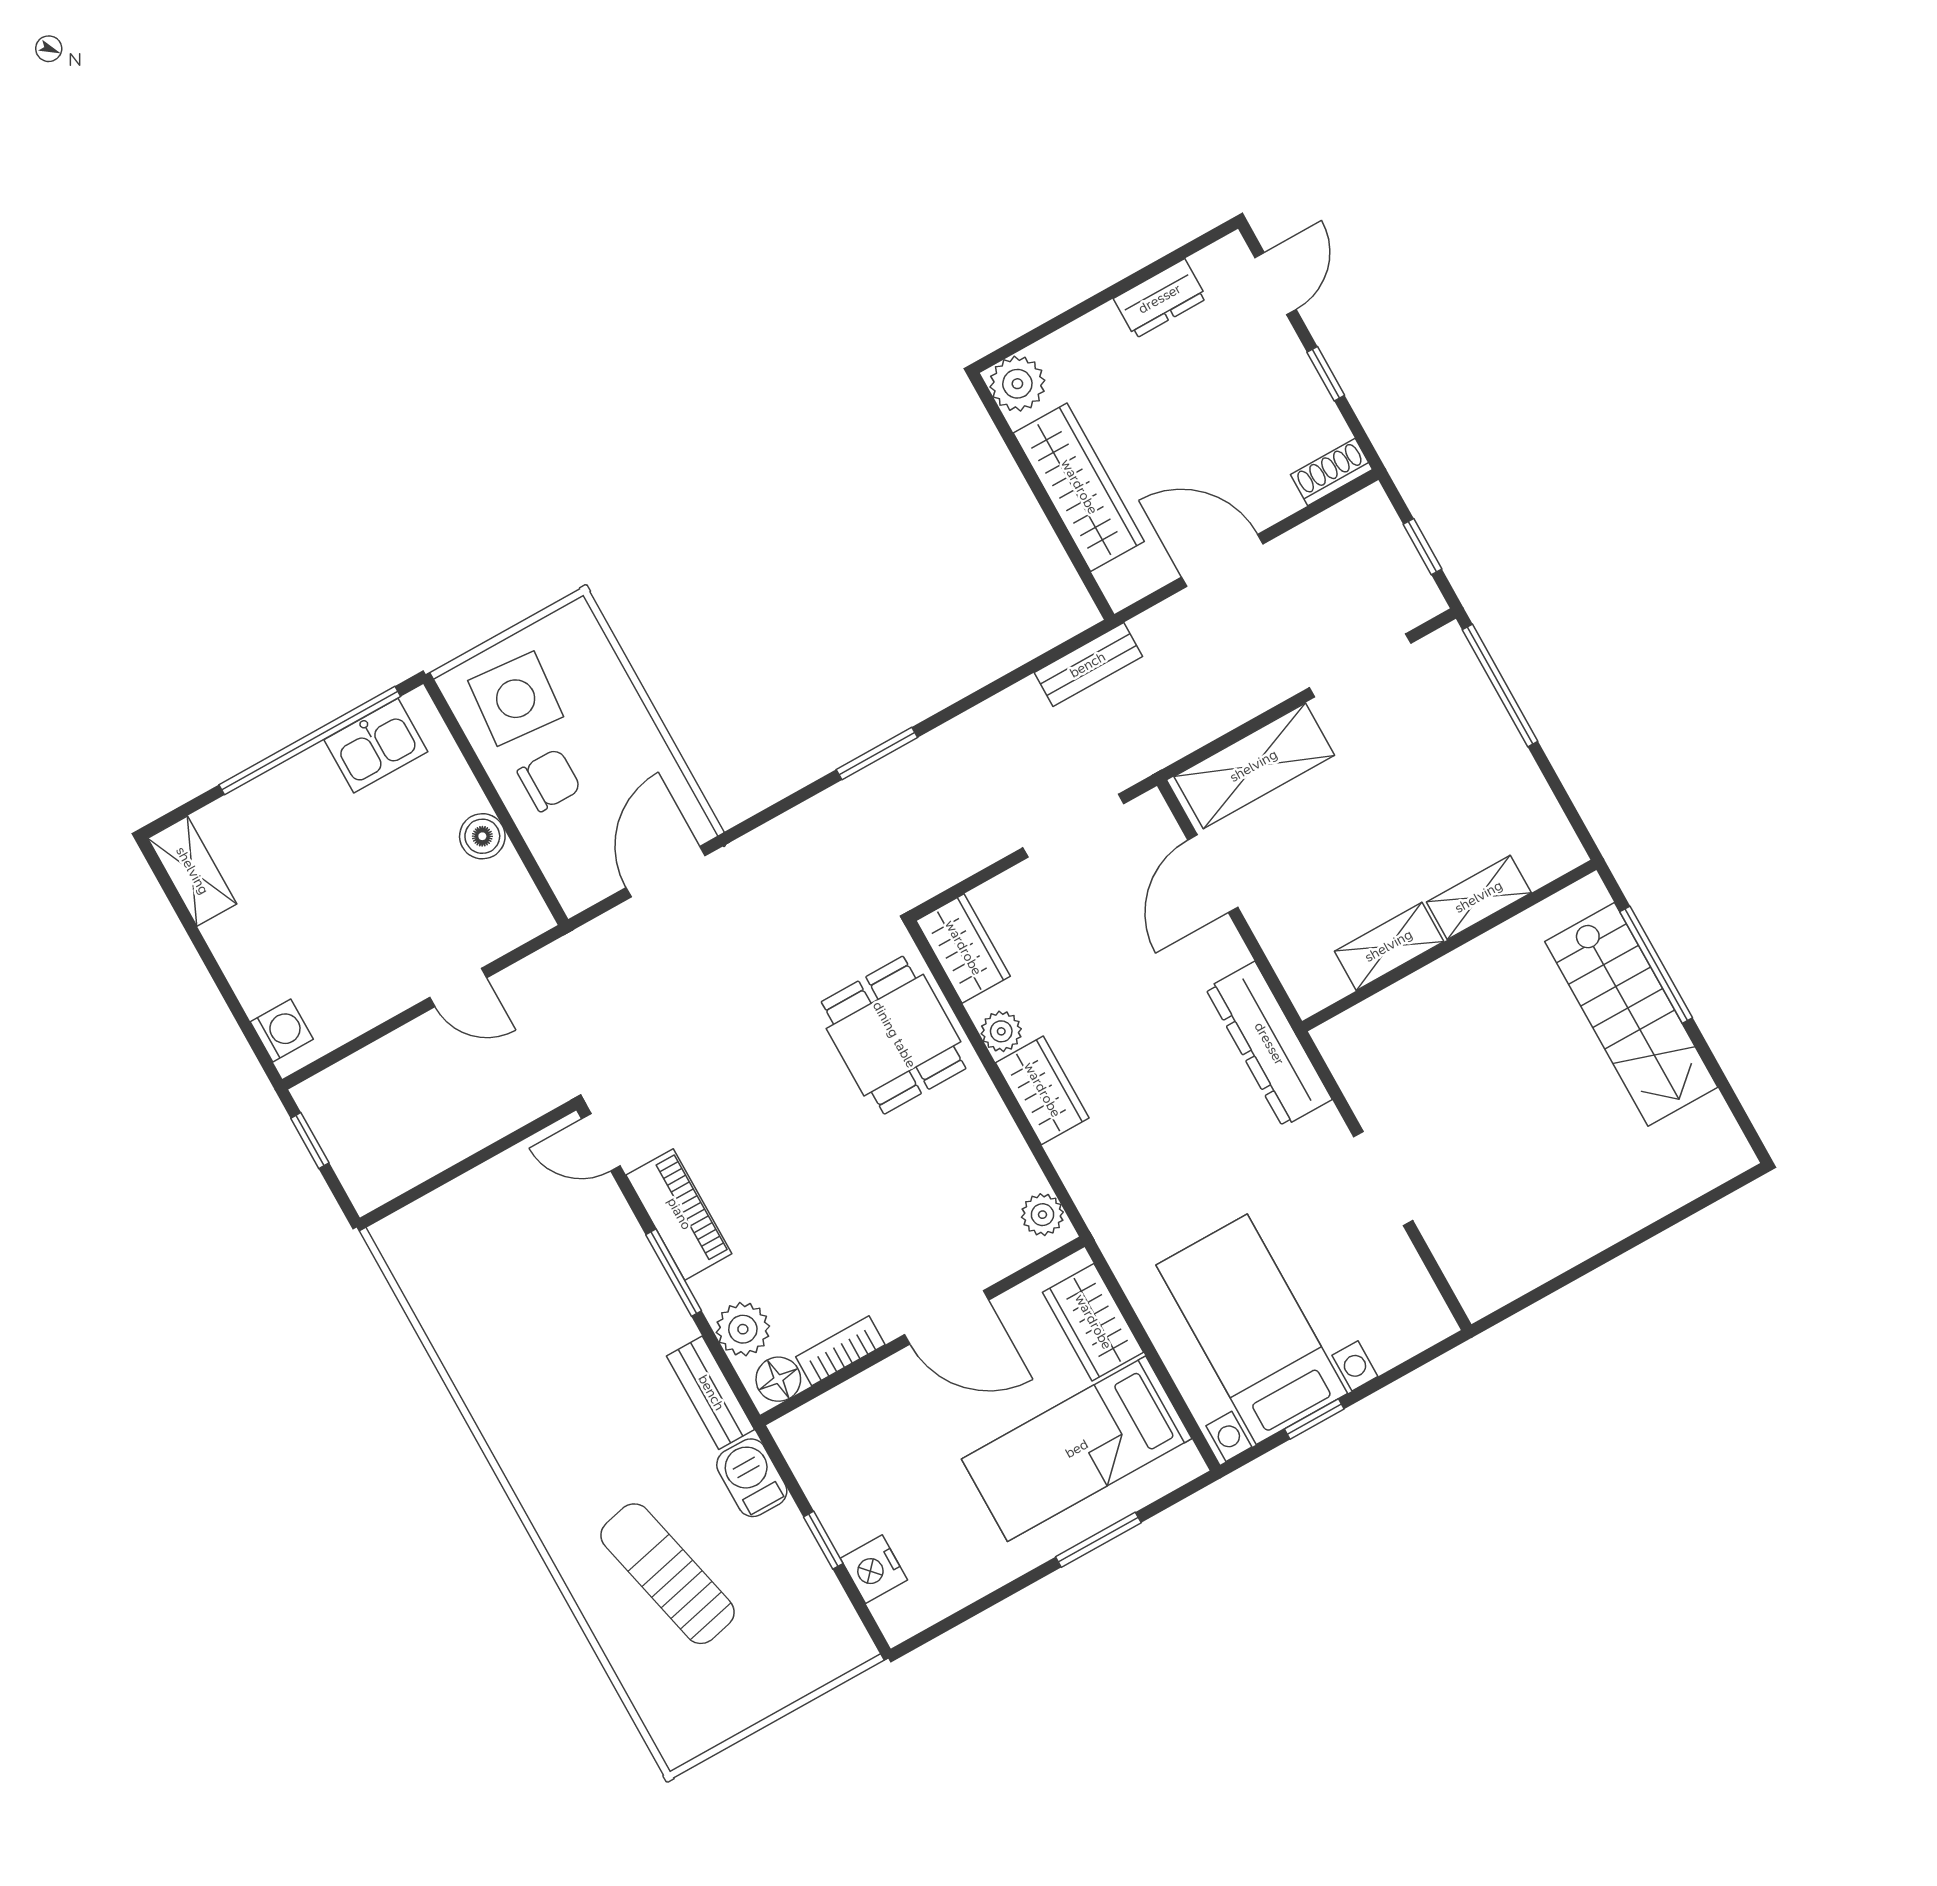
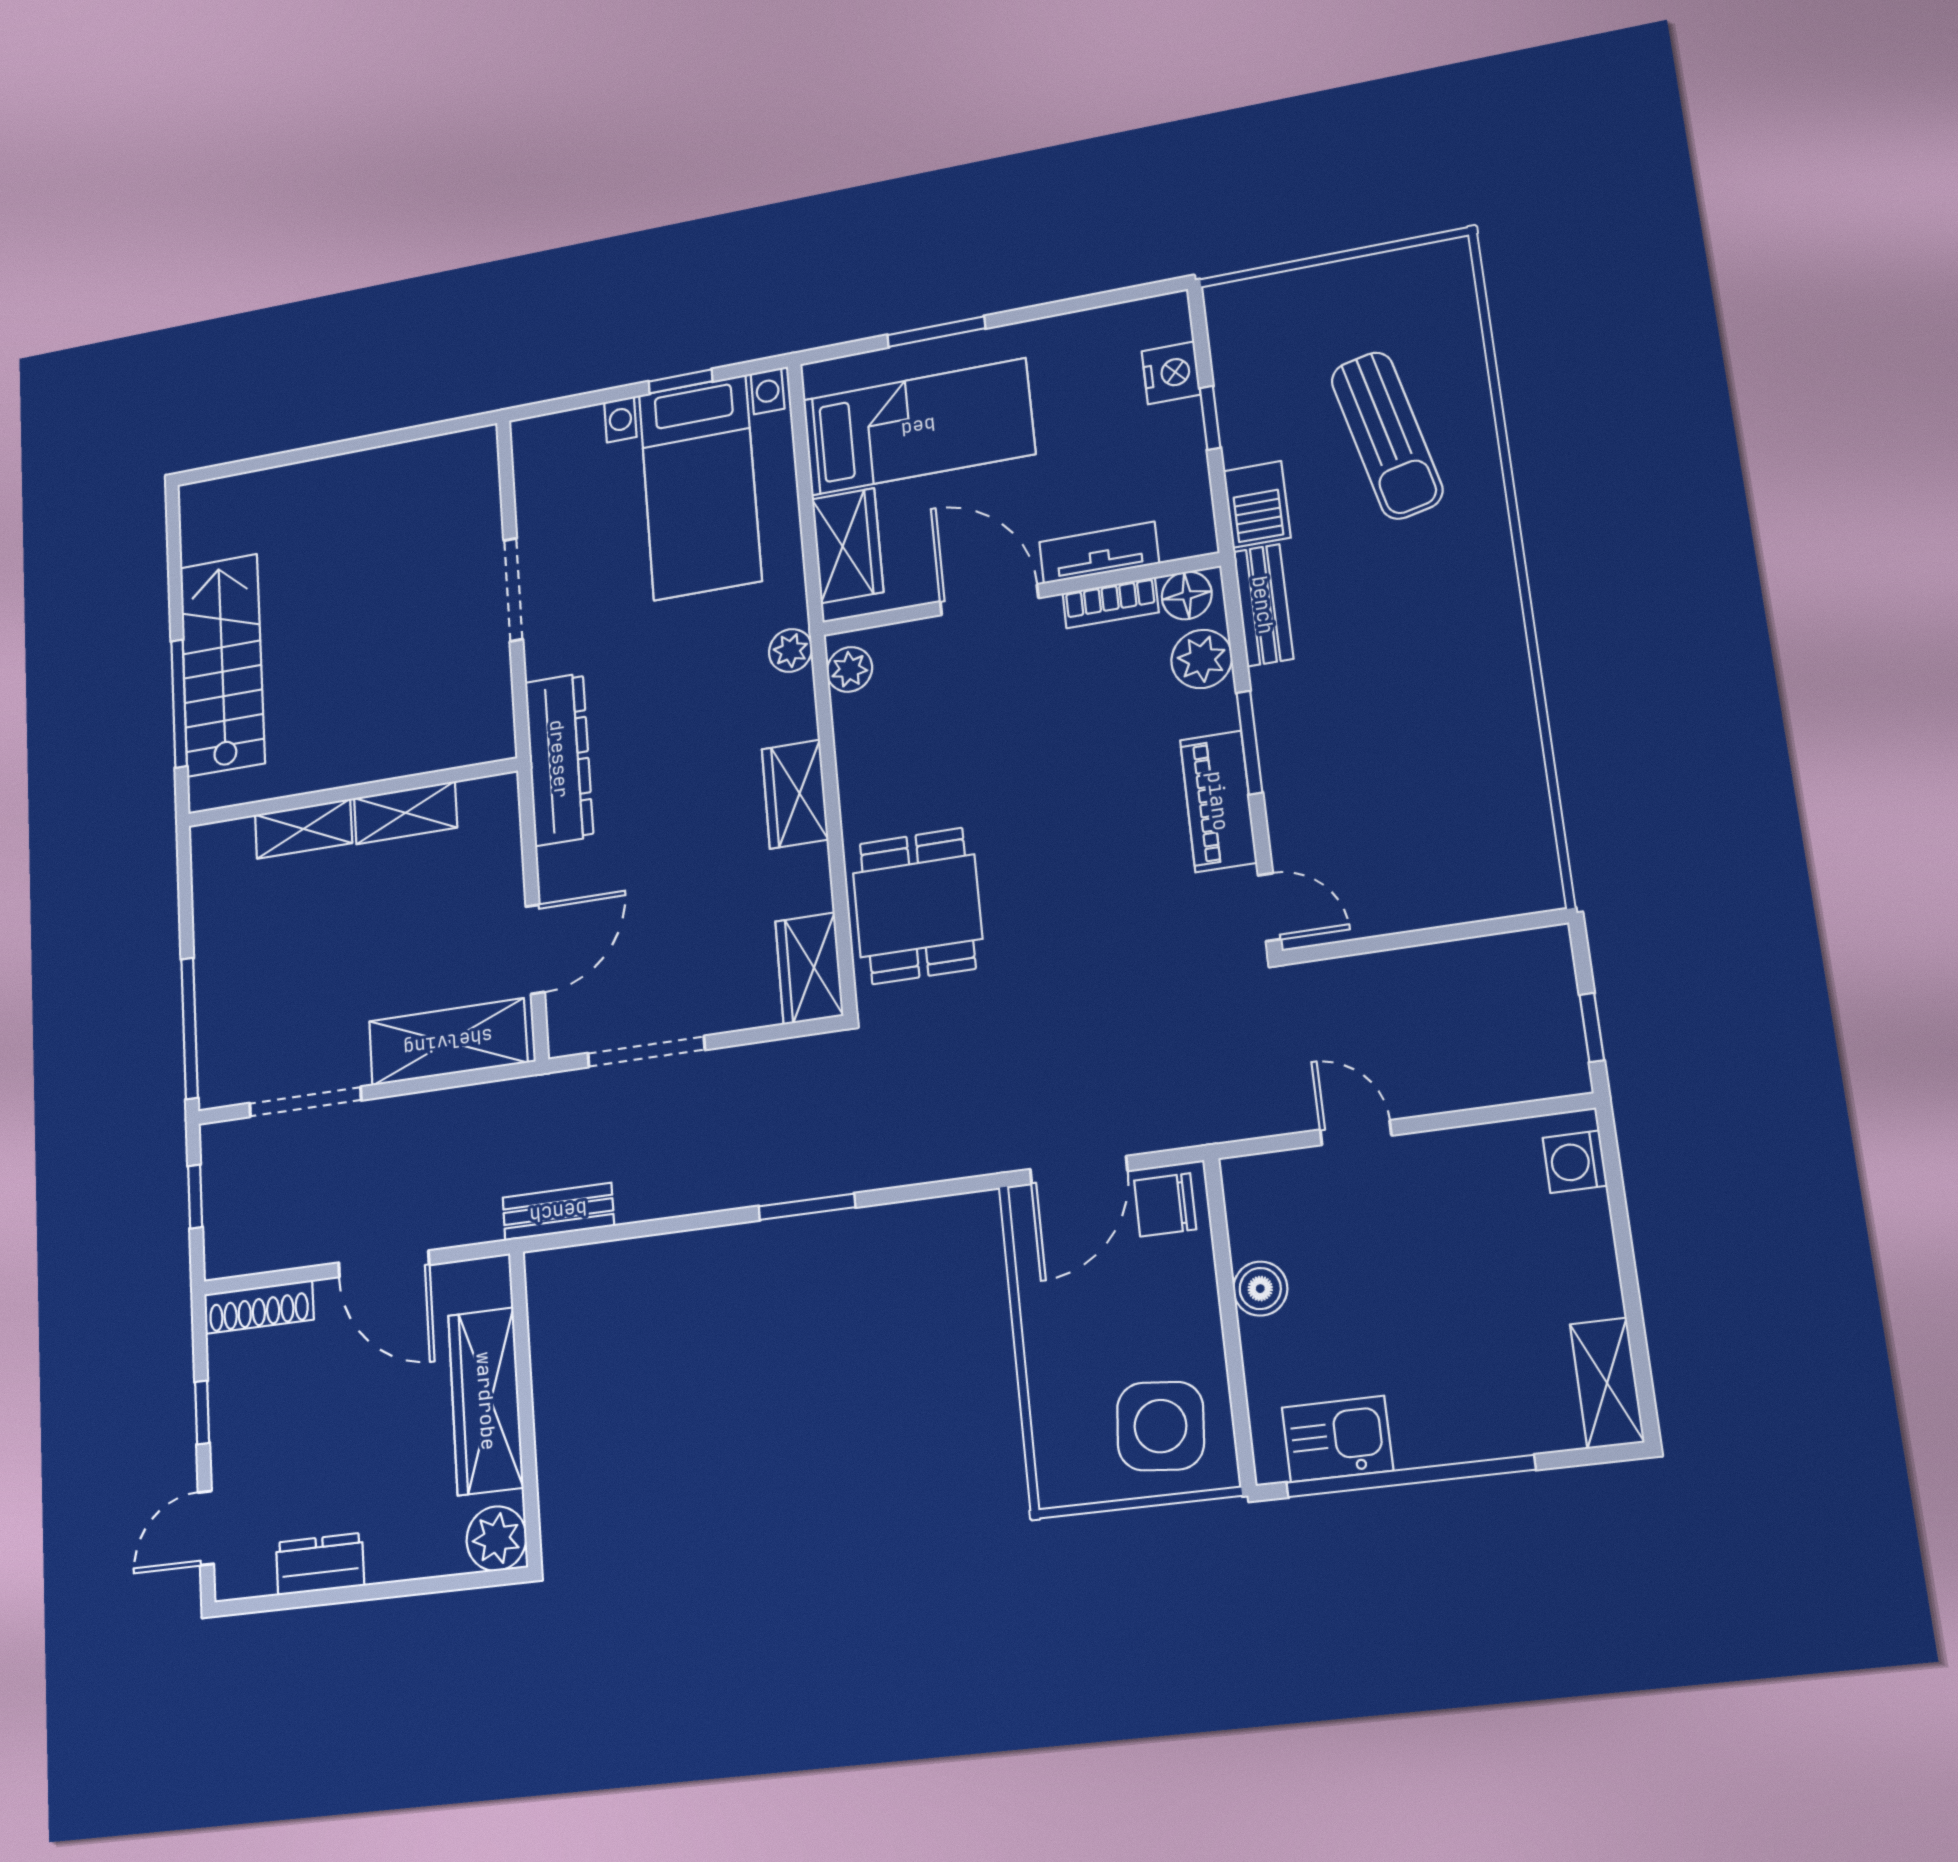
shoe rack: (1332, 472) -> (259, 1307), width x1.43
chair: (549, 780) -> (1165, 1205), moved
plant: (1001, 1031) -> (790, 650), moved
tv unit: (869, 1391) -> (1099, 553), added

